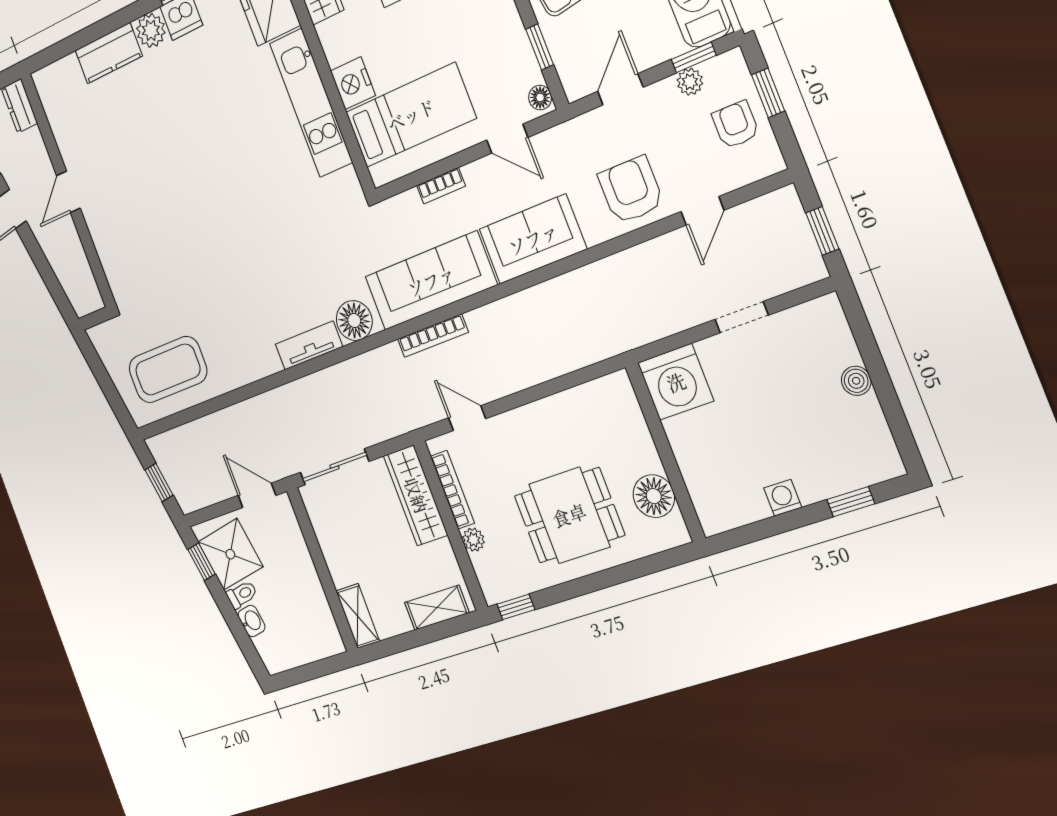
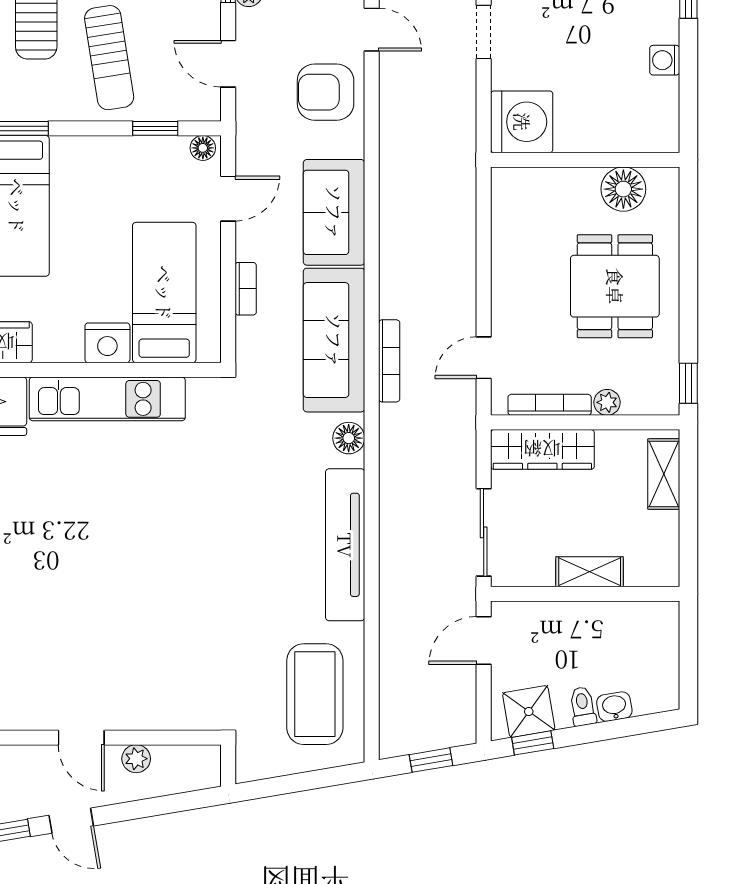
plant: (71, 243) -> (136, 759), added
floor lamp: (354, 321) -> (349, 438), width x0.73, depth x0.73
tv unit: (309, 345) -> (345, 545), width x1.92, depth x1.29
shower: (230, 554) -> (529, 712), width x0.73, depth x0.73
shelving: (358, 616) -> (590, 572), moved

